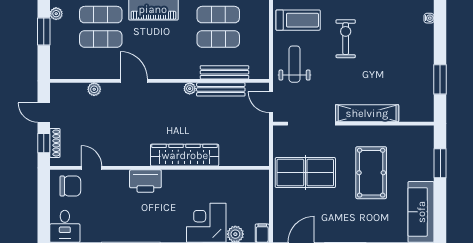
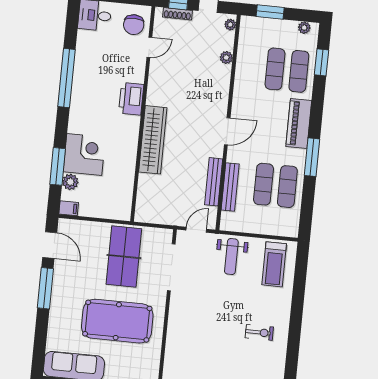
window: (44, 31) -> (270, 12), moved
exercise bike: (346, 39) -> (259, 332), moved, width x0.73, depth x0.72
weight bench: (295, 64) -> (231, 257), turned 90
door: (134, 81) -> (227, 131), moved
plant: (190, 89) -> (230, 25), moved
shelving: (367, 113) -> (176, 323), removed
pool table: (371, 173) -> (117, 321), width x1.36, depth x1.32

